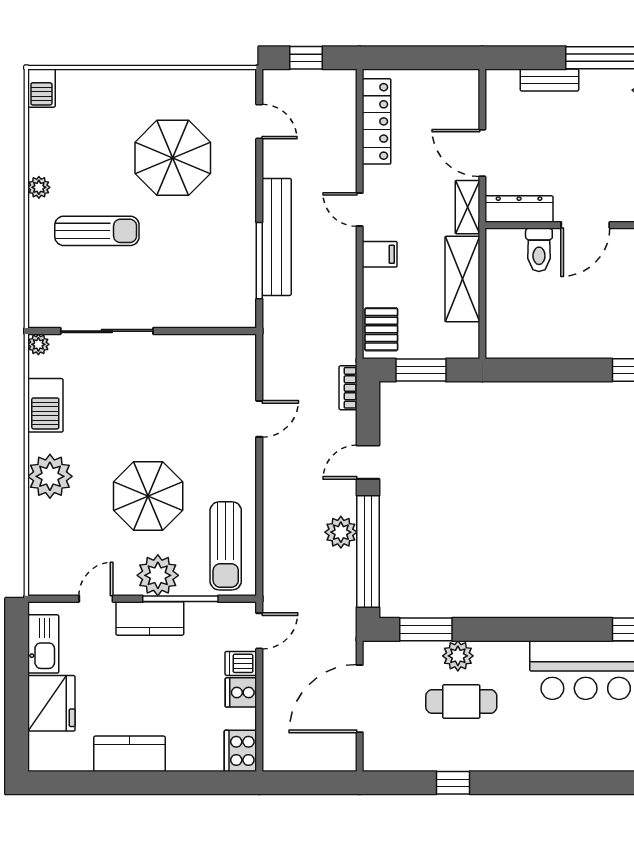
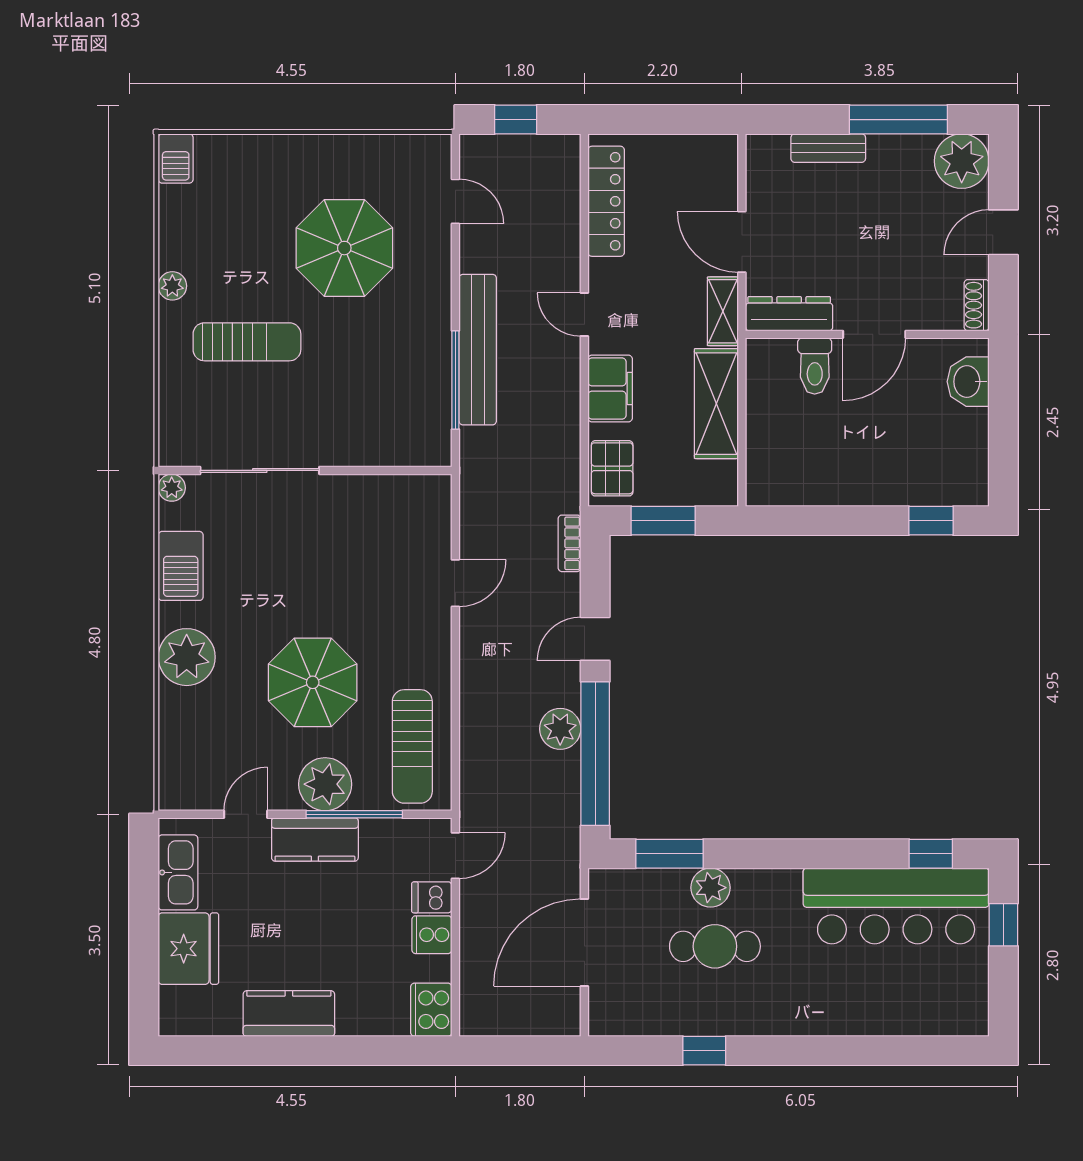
filing cabinet: (380, 254) -> (610, 389), width x2.00

